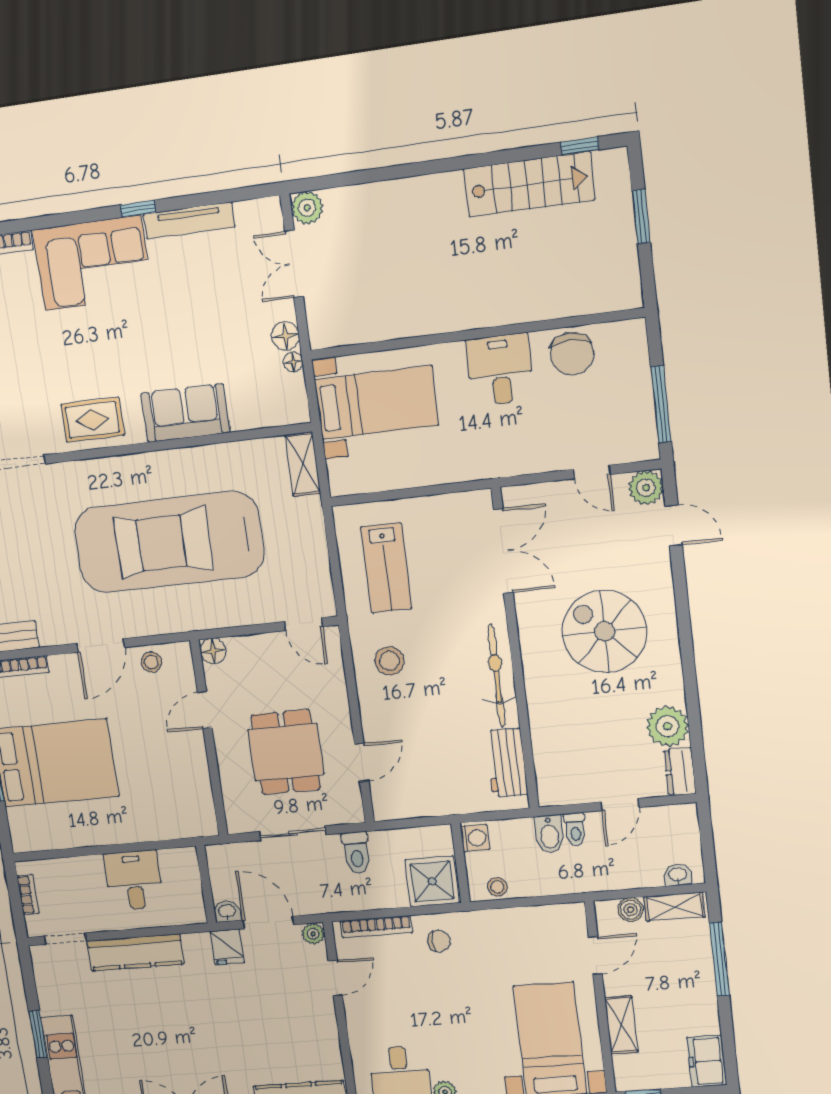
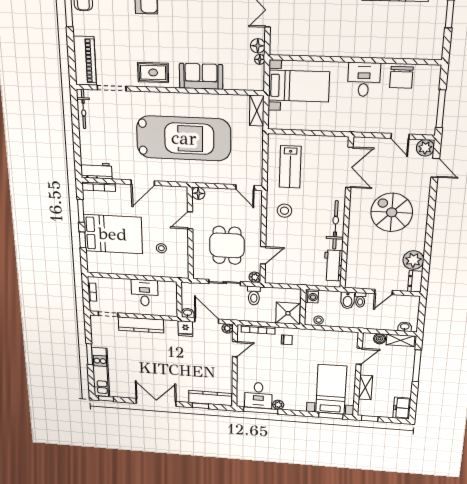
car: (169, 542) -> (184, 138), turned 180
stool: (151, 662) -> (161, 248), moved
plant: (352, 812) -> (255, 277), added

